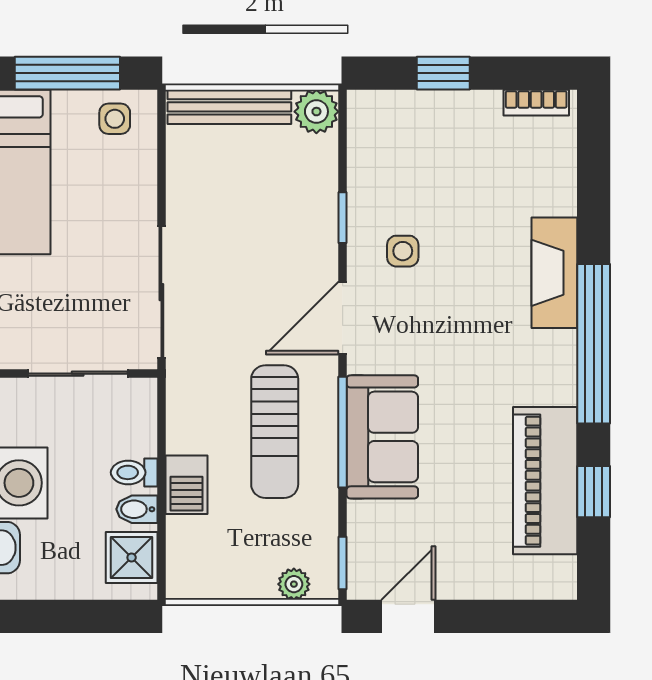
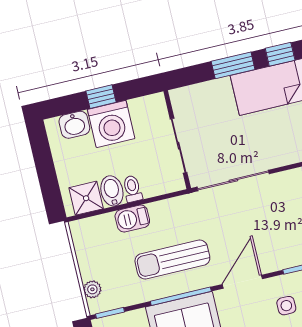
door: (343, 318) -> (242, 282), hinge flipped
bidet: (137, 509) -> (112, 191), width x1.38, depth x1.36

